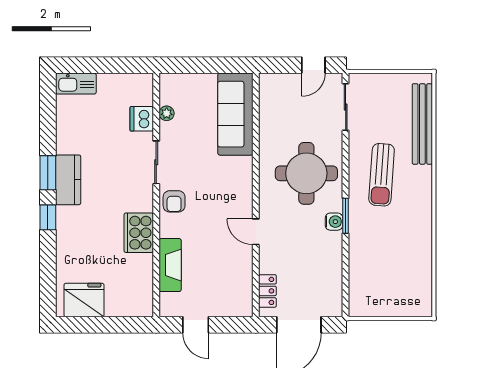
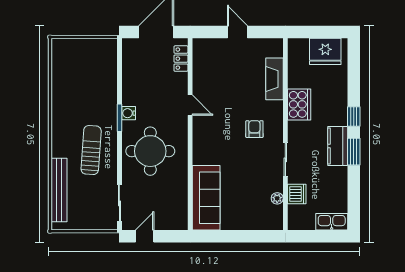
plant: (167, 113) -> (277, 198), moved
dishwasher: (142, 119) -> (297, 194), moved
sliding door: (156, 162) -> (285, 160), moved
wall: (156, 195) -> (285, 134), moved
cooker: (139, 233) -> (299, 104), moved
fireplace: (170, 265) -> (274, 79), moved

